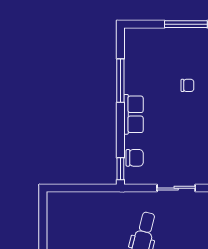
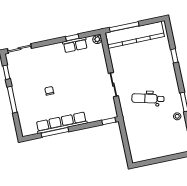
row of seats: (133, 114) -> (61, 123), width x2.02
chair: (135, 158) -> (100, 114), removed

